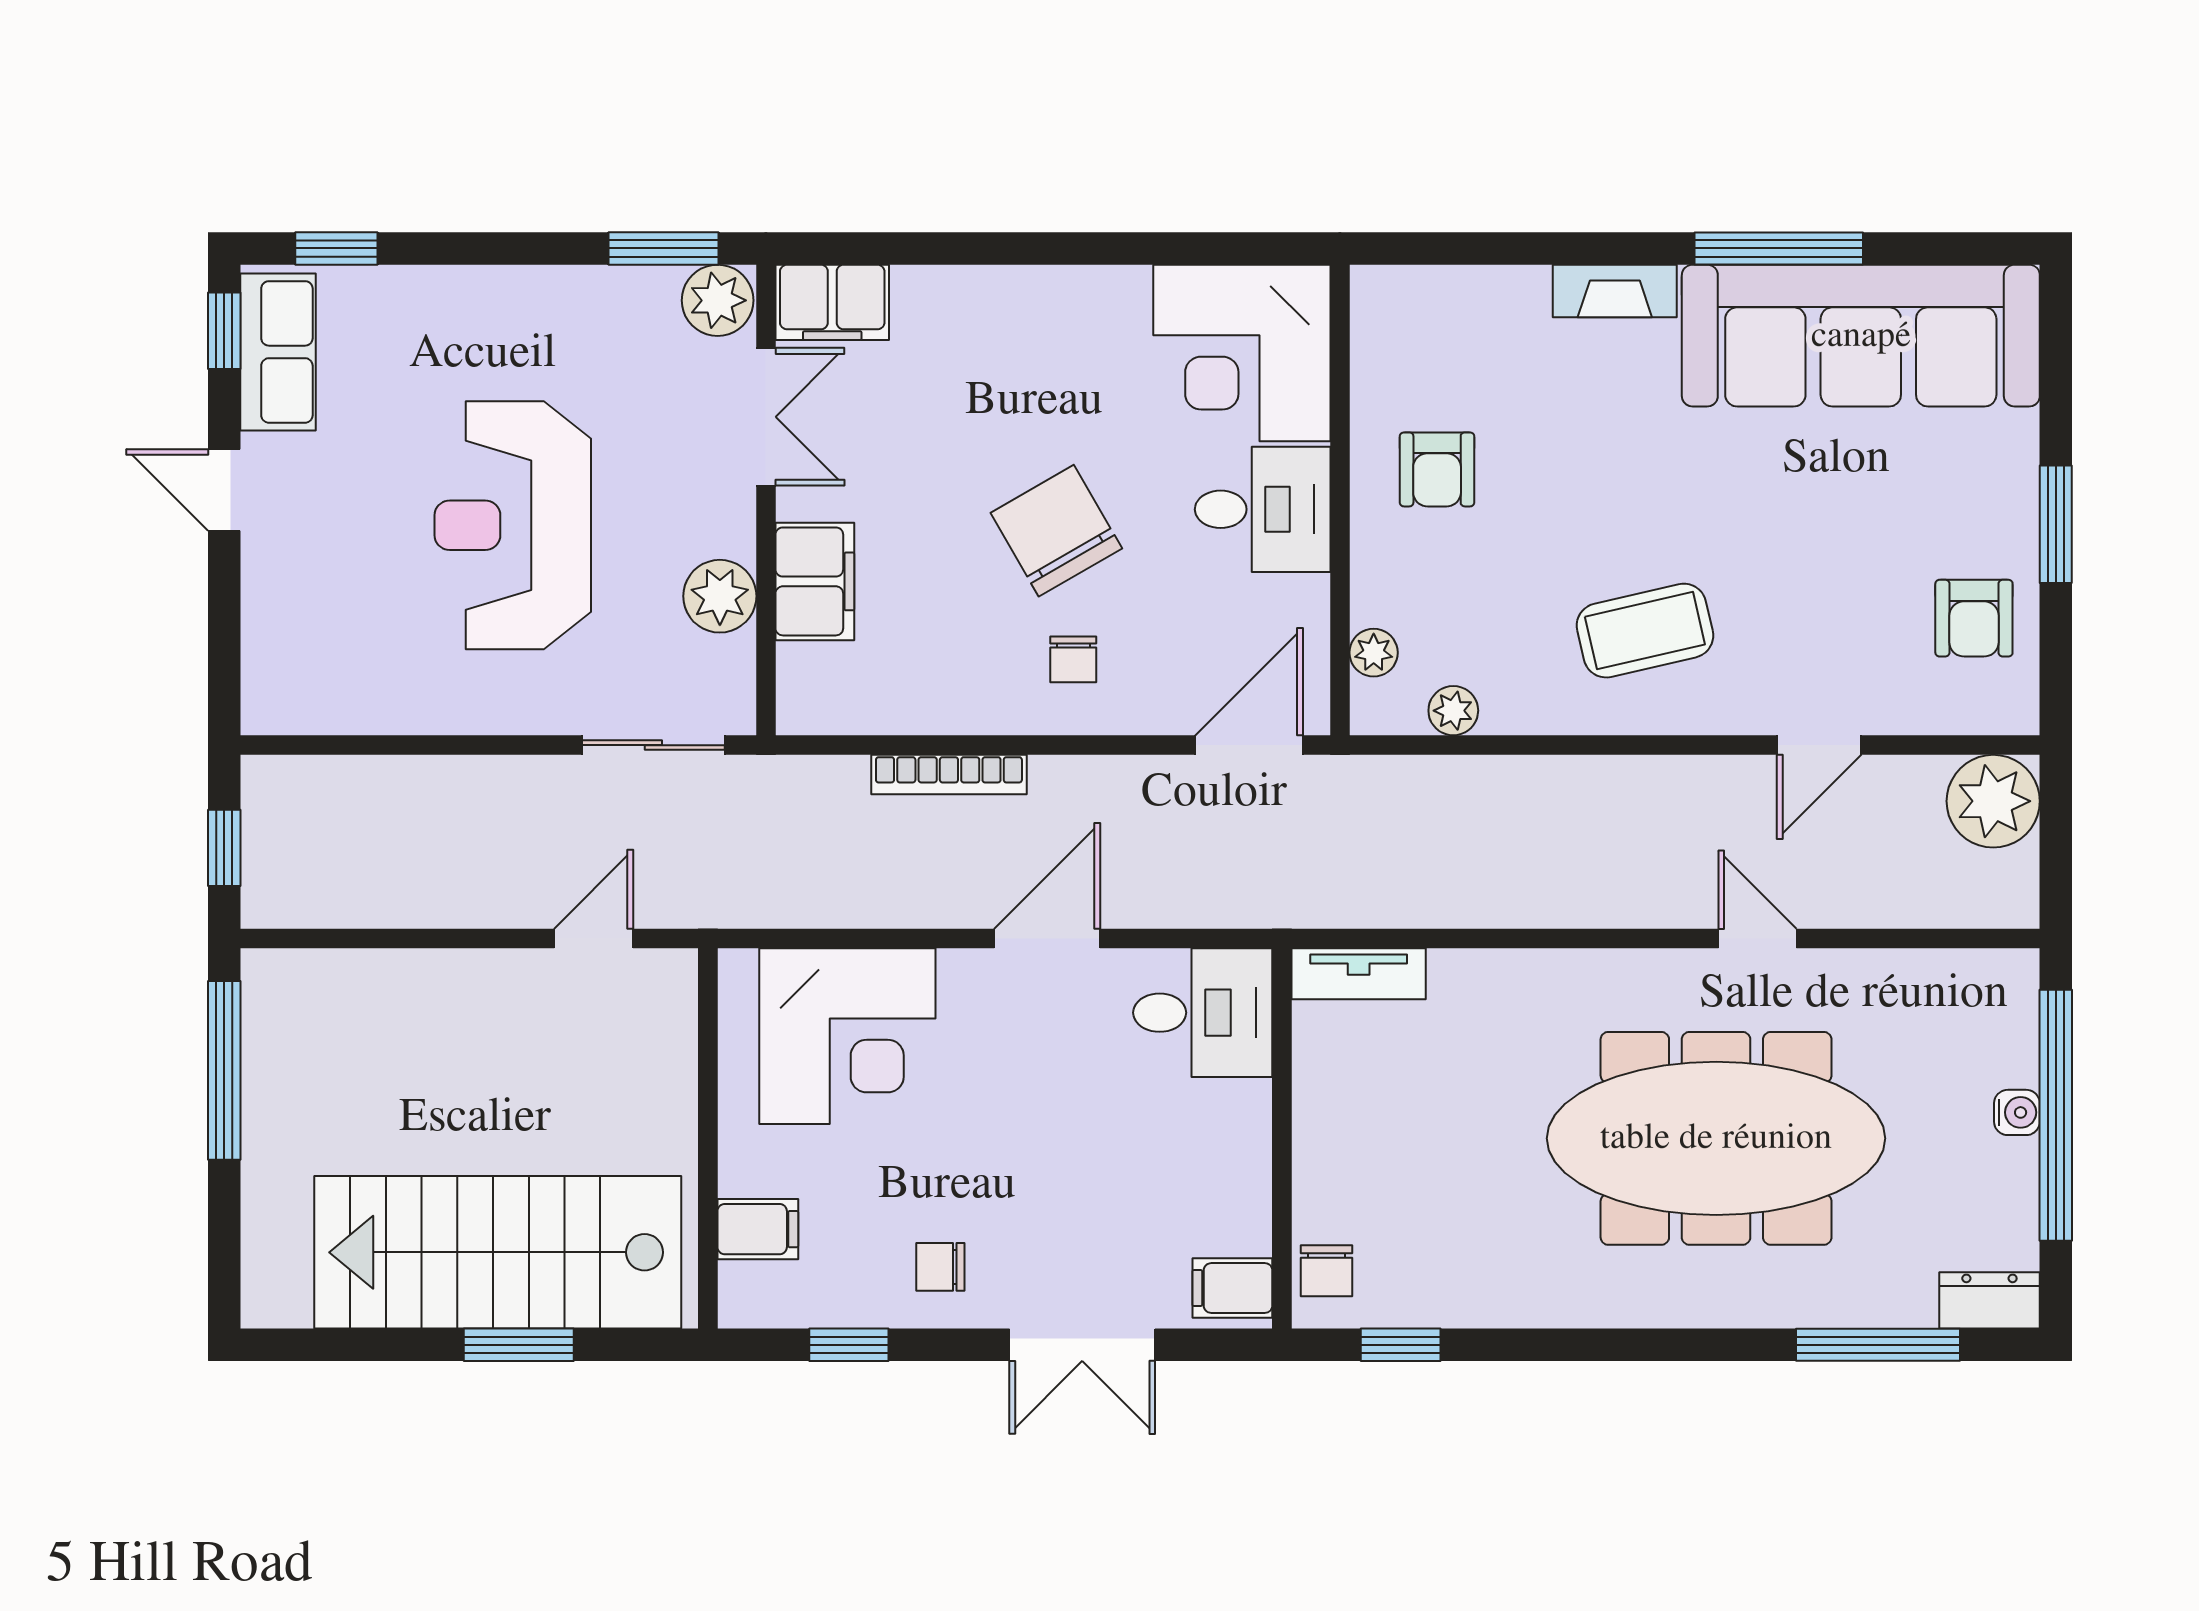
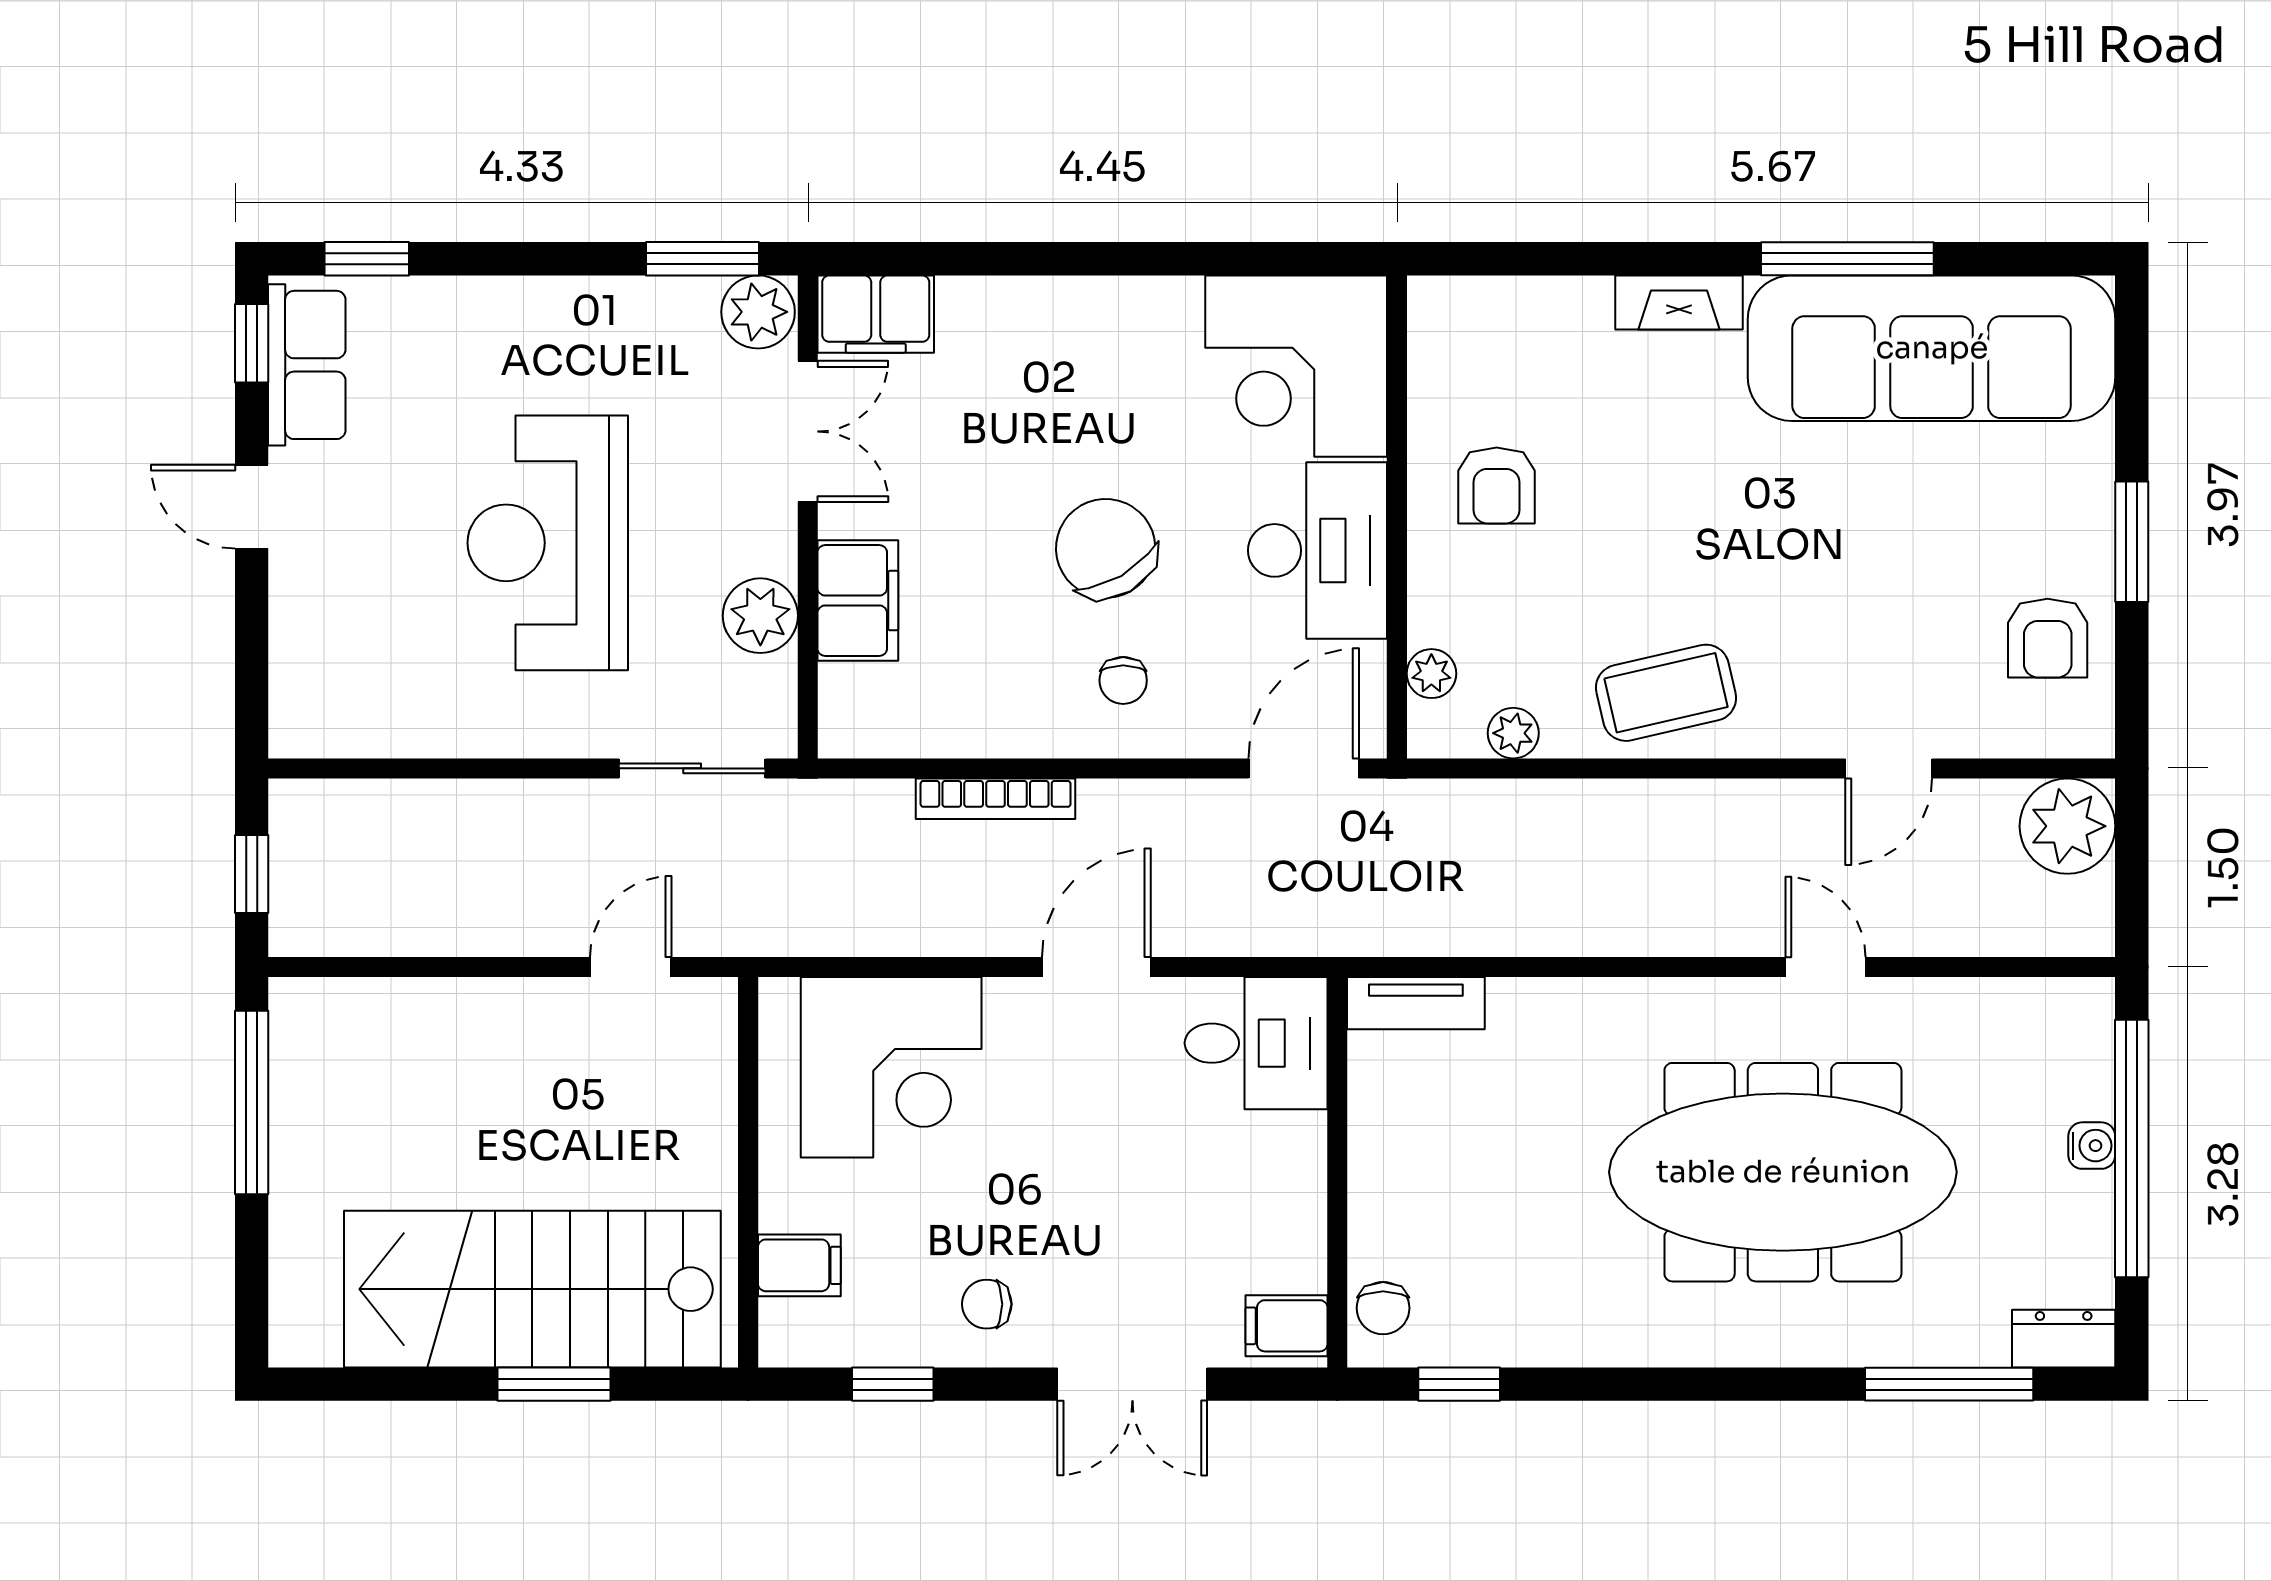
desk: (1263, 509) -> (1317, 550), width x1.37
coffee table: (1645, 631) -> (1666, 693), moved

